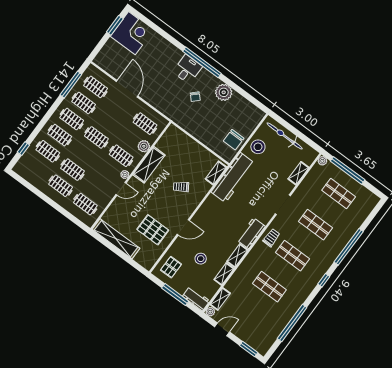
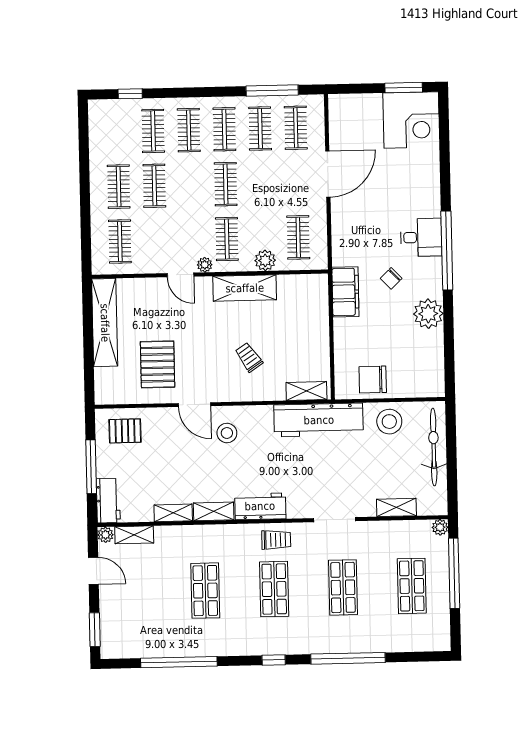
filing cabinet: (185, 122) -> (345, 292), added
stool: (201, 259) -> (227, 433), moved

